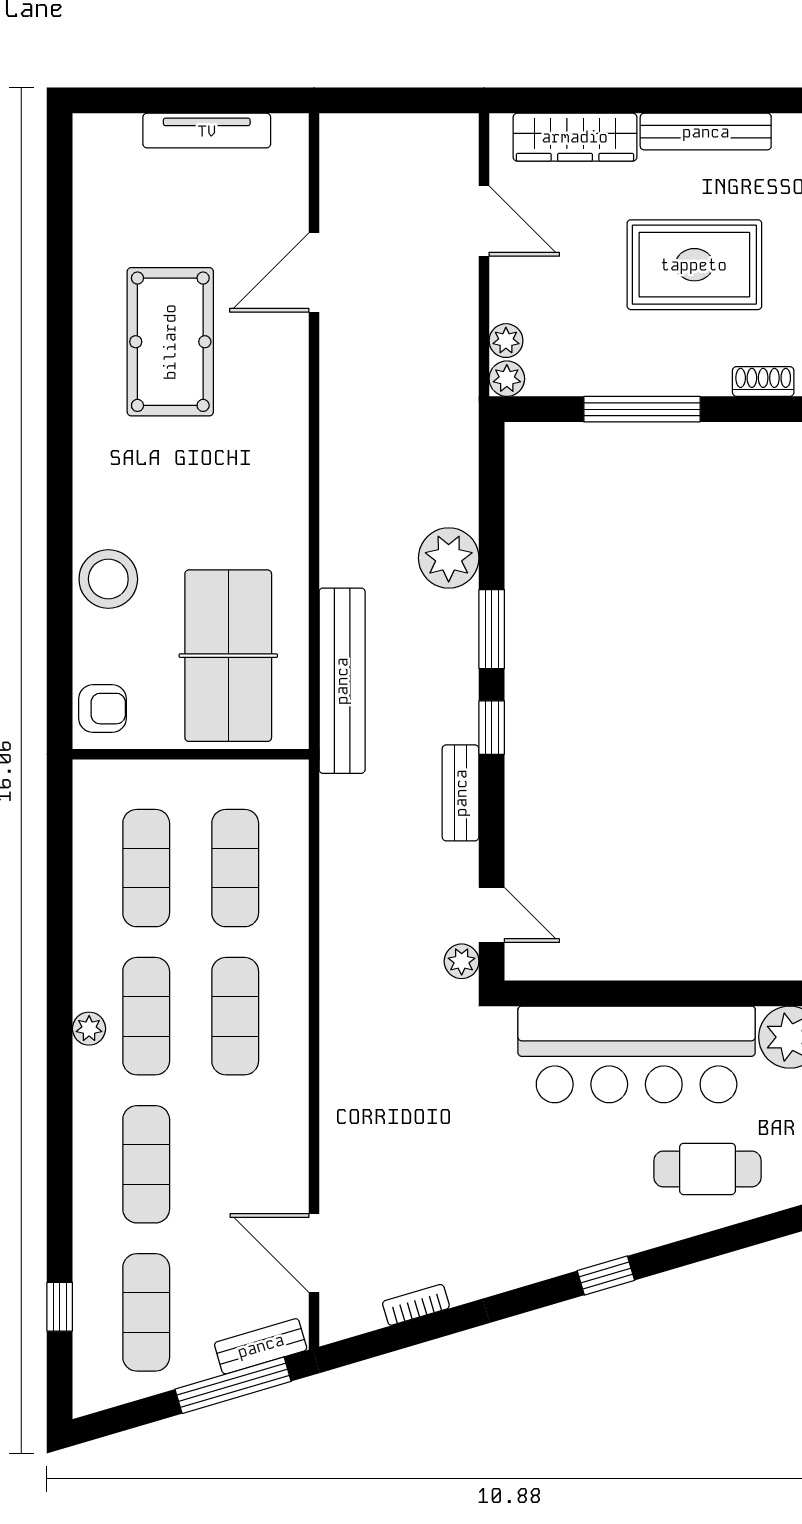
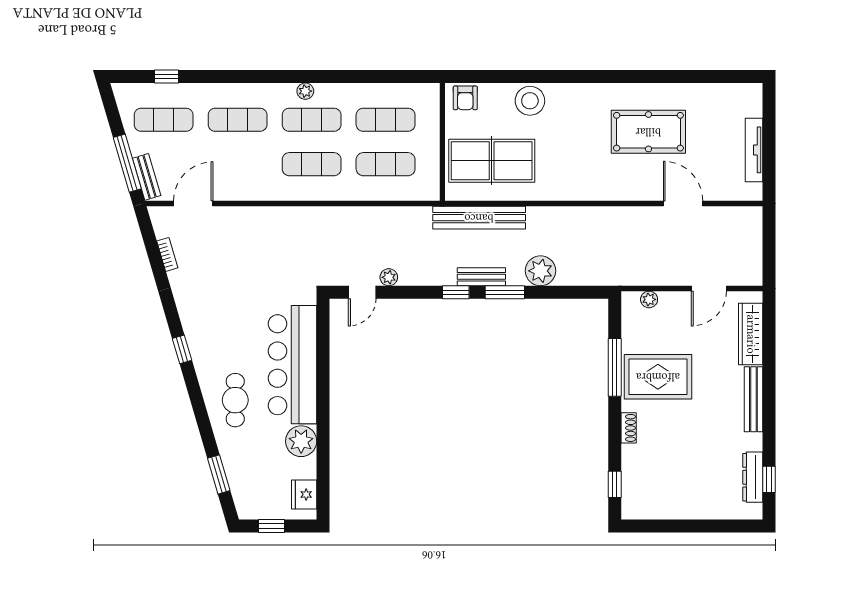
rug: (694, 265) -> (658, 377), moved, turned 90
plant: (507, 379) -> (630, 300), removed
bench: (461, 793) -> (481, 277), moved
plant: (462, 961) -> (389, 277), moved

